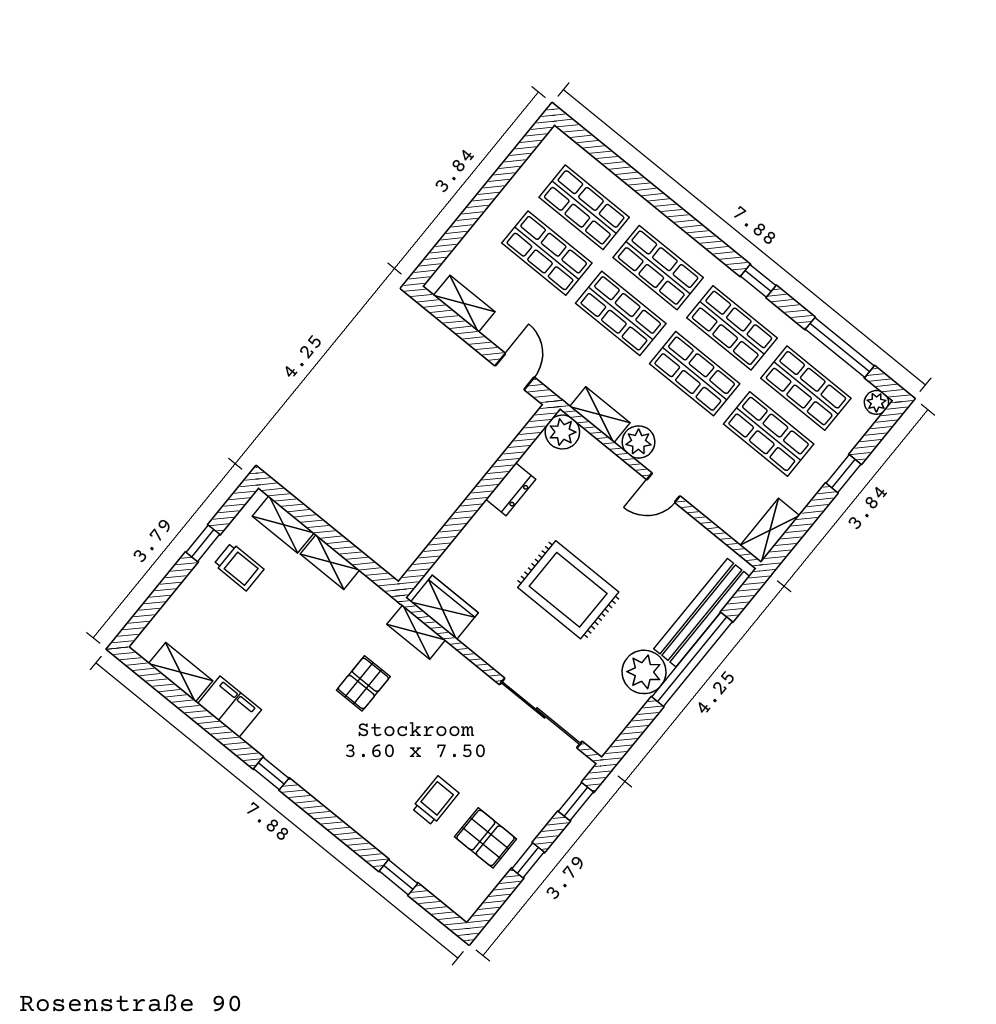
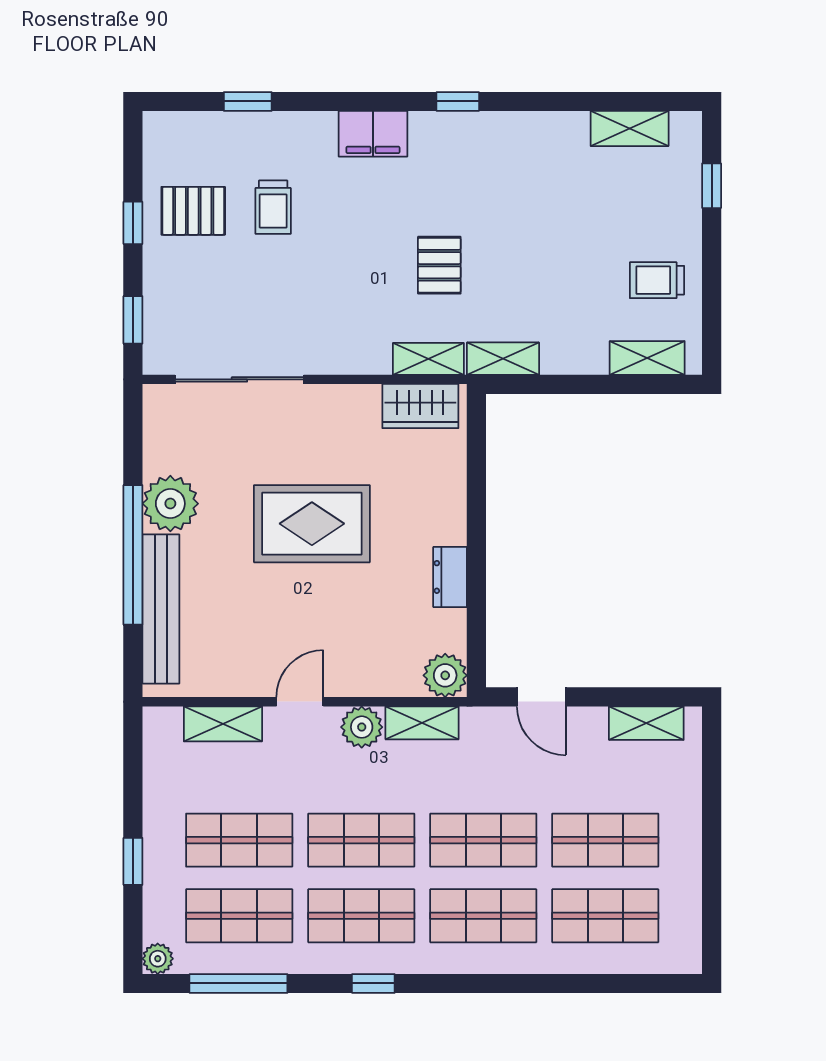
shelving: (770, 531) -> (223, 724), moved, turned 90
window: (203, 543) -> (712, 186), moved
shelving: (330, 562) -> (503, 359), moved
filing cabinet: (229, 707) -> (373, 134), moved

